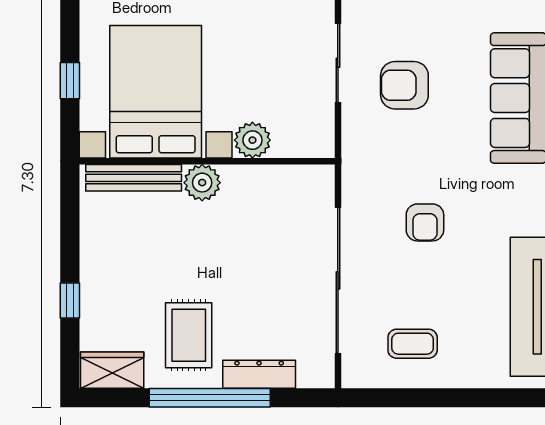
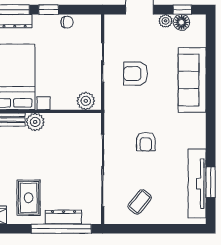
plant: (252, 140) -> (86, 101), moved
coffee table: (413, 344) -> (140, 202), turned -51
window: (210, 398) -> (61, 229), moved

